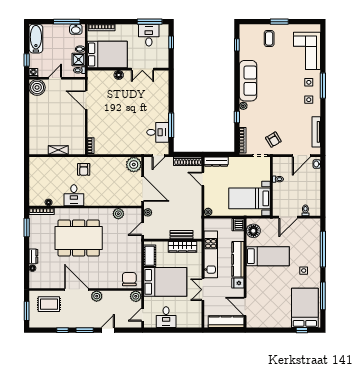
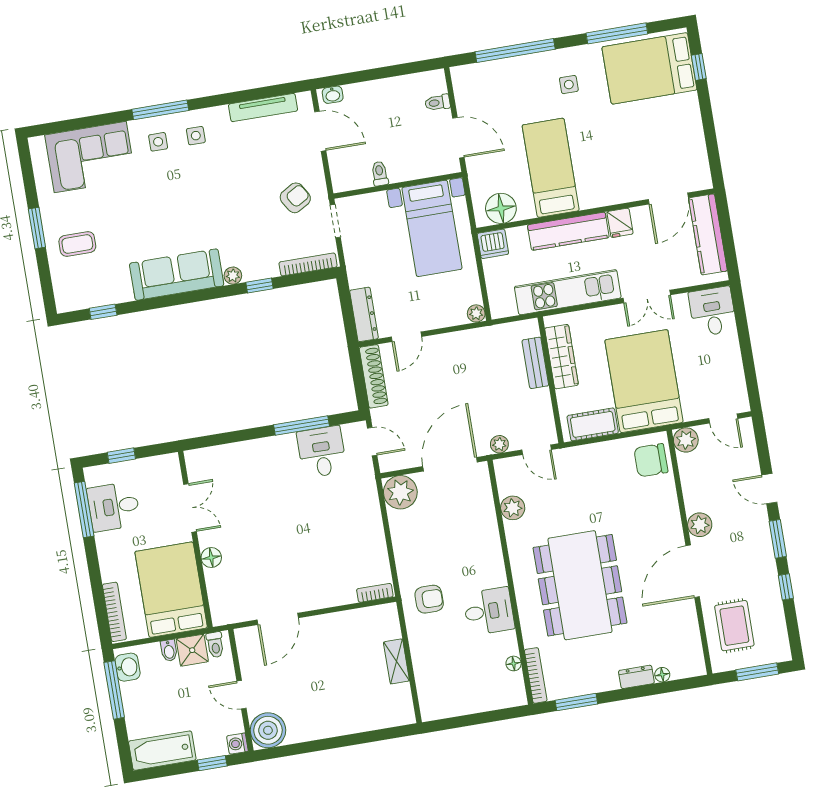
desk: (166, 317) -> (712, 312), moved, turned -90

